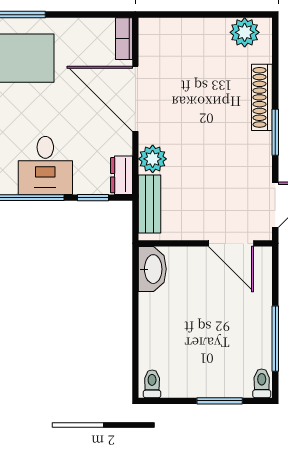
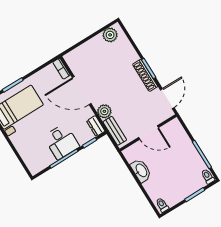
shoe rack: (262, 97) -> (145, 75), moved
door: (231, 243) -> (149, 133), moved
washbasin: (152, 269) -> (141, 171), moved

